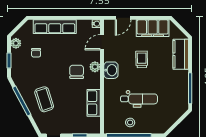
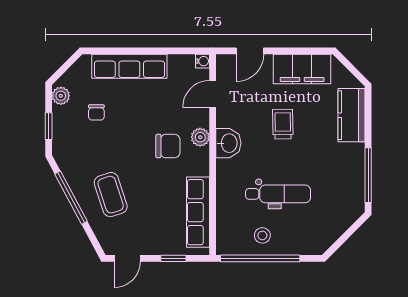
chair: (77, 72) -> (168, 146), turned 90
row of seats: (94, 103) -> (198, 212), width x1.48

